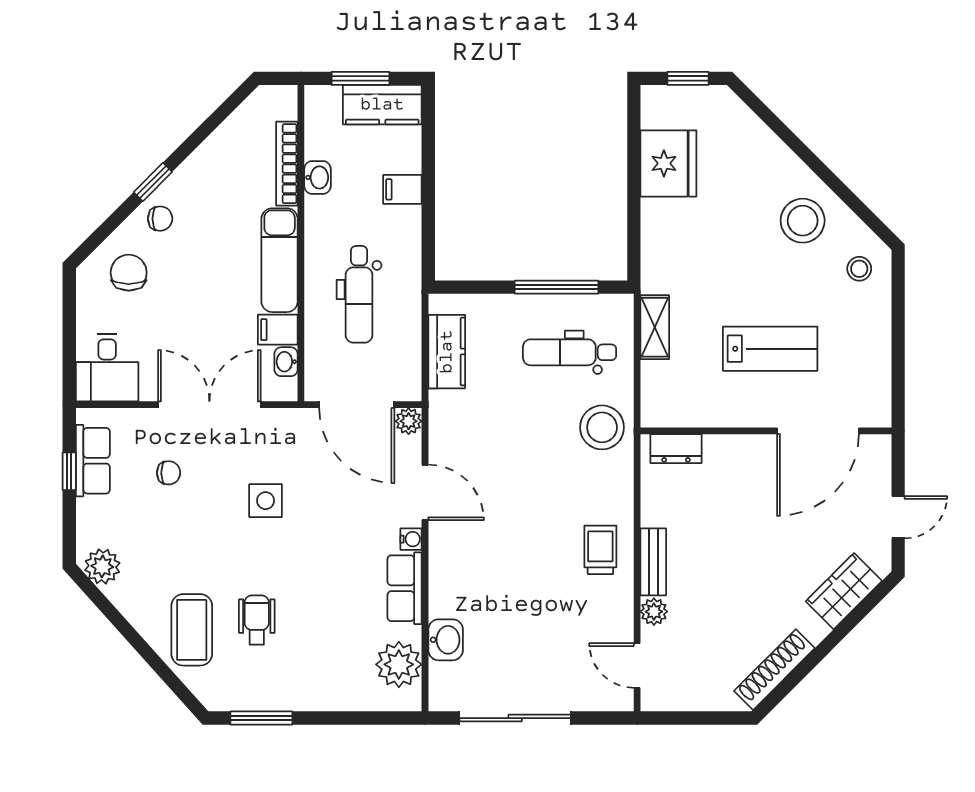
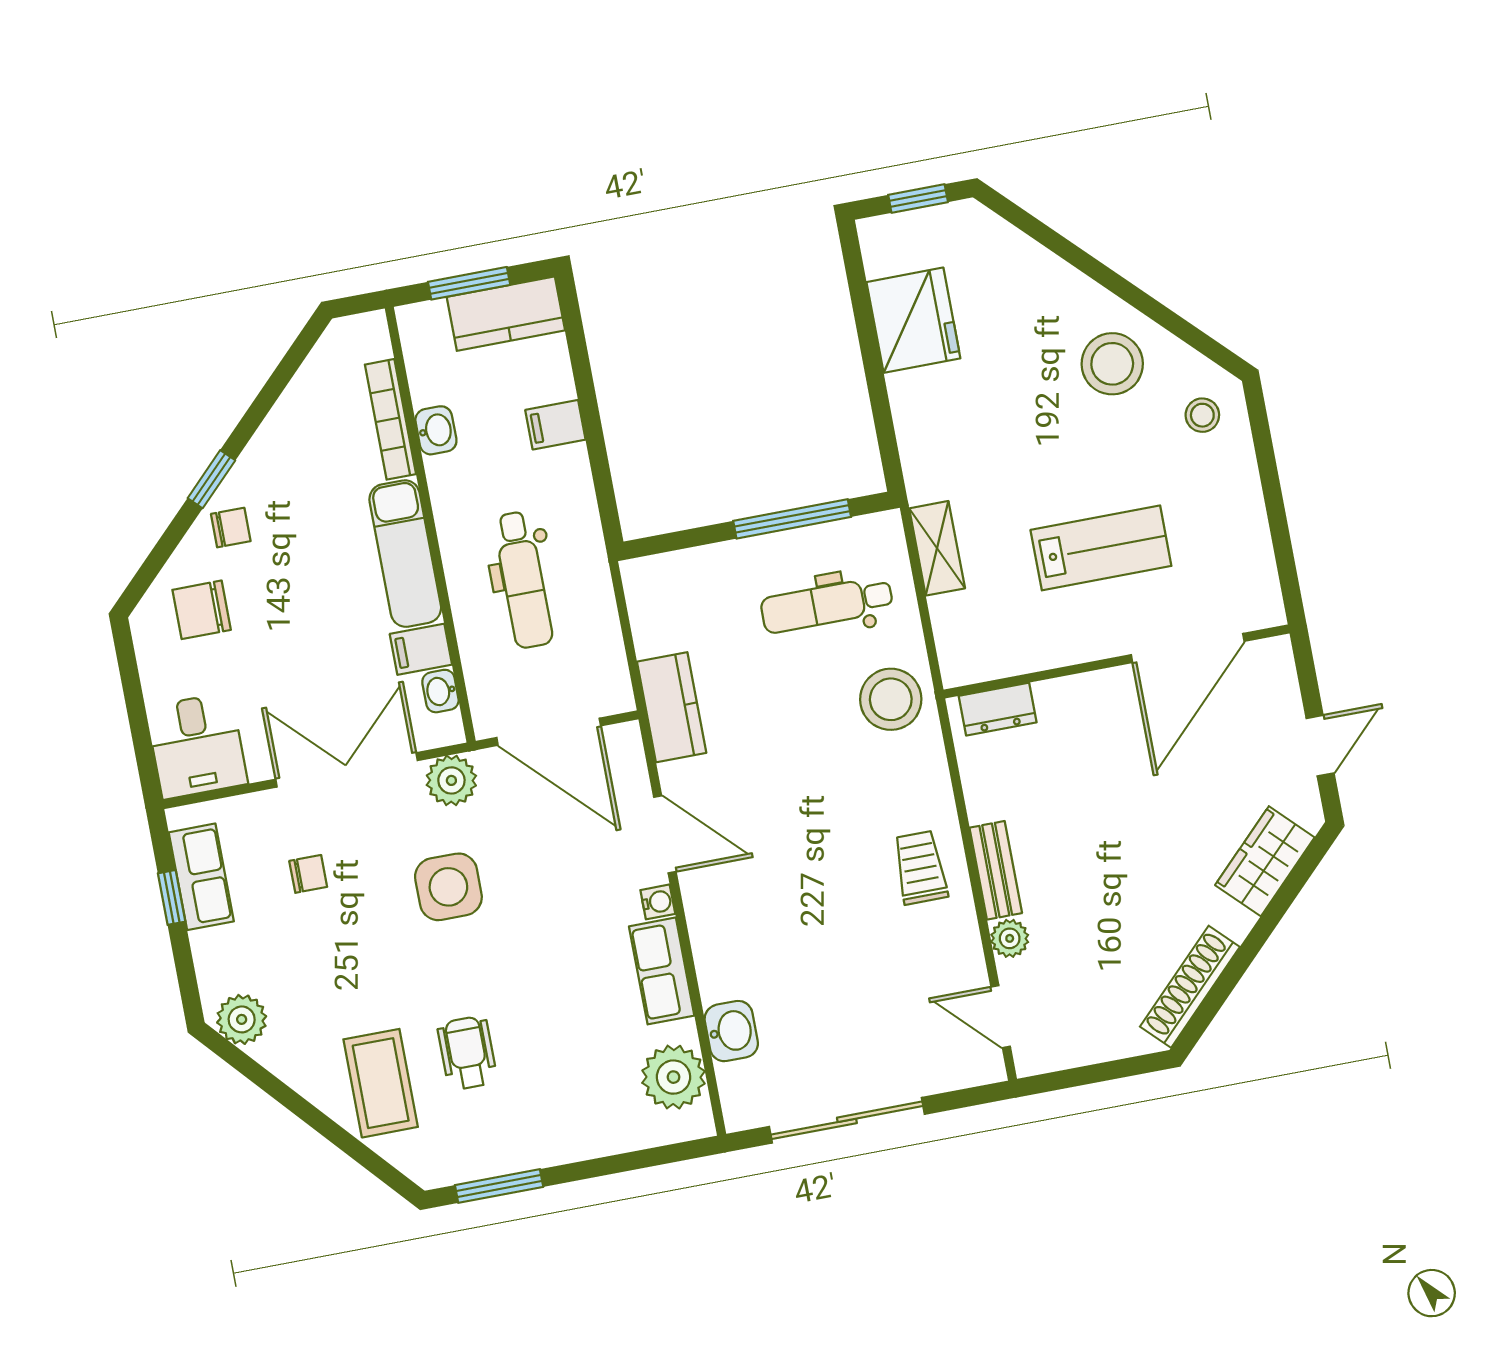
chair: (129, 273) -> (202, 610), turned -90
kitchen counter: (447, 352) -> (672, 707), moved
plant: (409, 421) -> (451, 780), moved, width x1.38, depth x1.38
side table: (266, 501) -> (448, 887), width x1.37, depth x1.37

